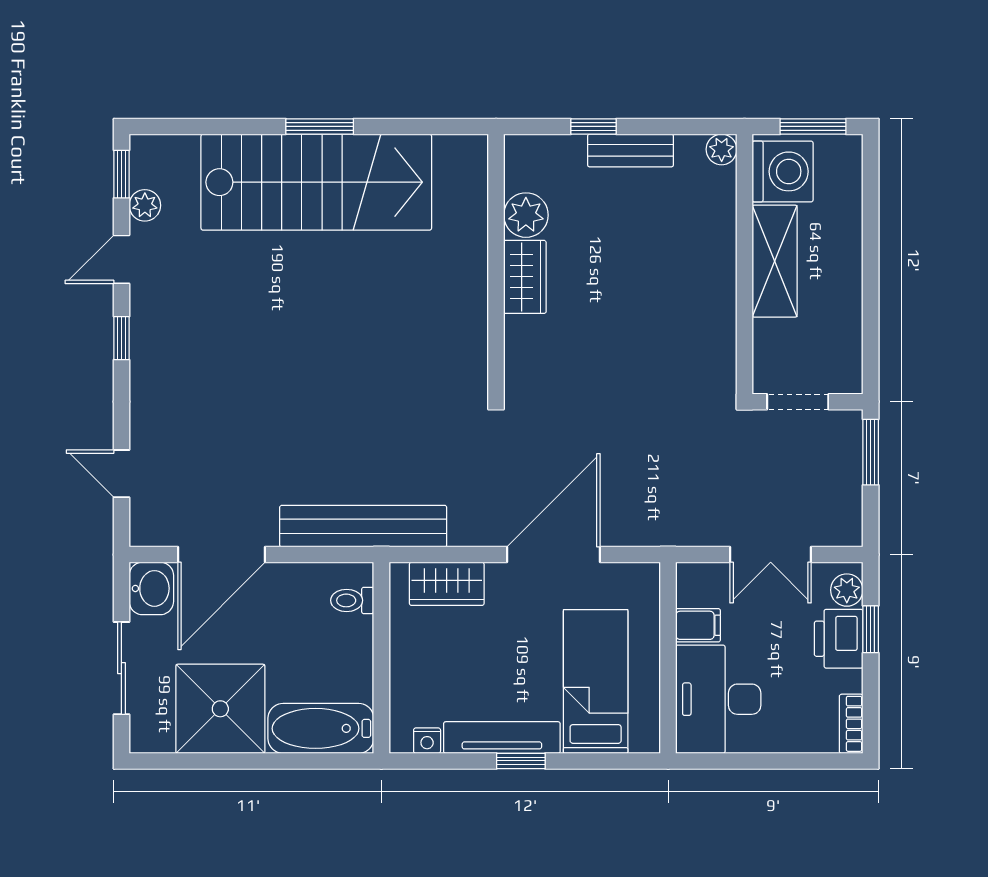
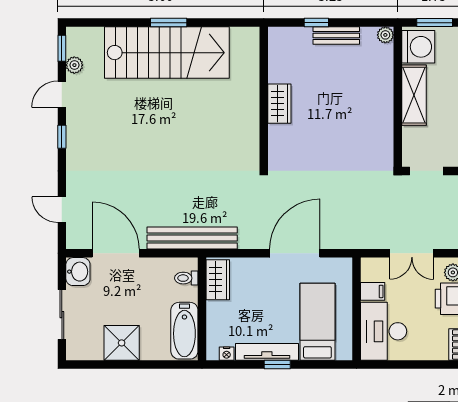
plant: (526, 215) -> (280, 70), removed
door: (221, 555) -> (116, 253), swing flipped
wardrobe: (447, 584) -> (218, 280), moved, turned -90
shower: (220, 709) -> (122, 343), width x0.73, depth x0.73
bathtub: (321, 728) -> (184, 331), moved, turned -90

